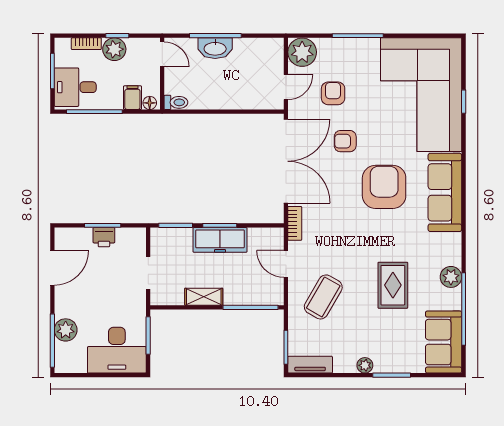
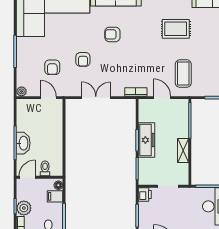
plant: (302, 52) -> (21, 91), width x0.53, depth x0.53
armchair: (333, 93) -> (52, 67), turned -90
toilet: (176, 102) -> (45, 168), moved
double door: (286, 161) -> (96, 98), width x0.54
armchair: (384, 187) -> (112, 34), width x0.53, depth x0.53
printer: (104, 237) -> (145, 194), moved
door: (286, 264) -> (162, 98), swing flipped
coffee table: (323, 297) -> (183, 74), turned 60

